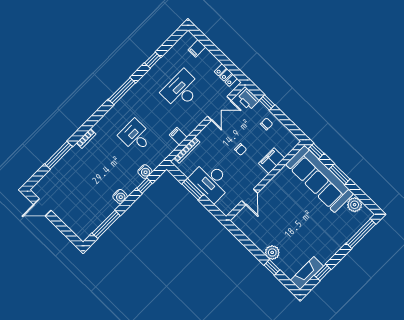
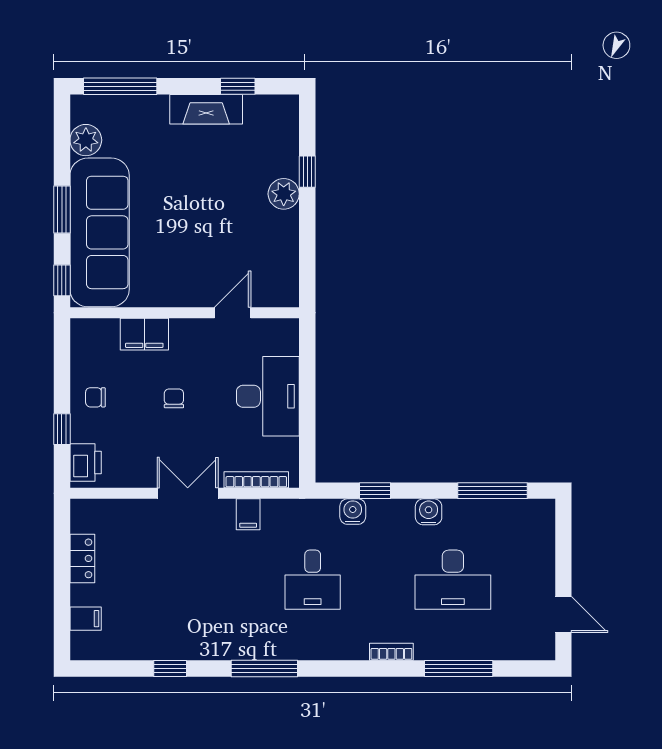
locker: (226, 75) -> (82, 558), moved
desk: (181, 90) -> (453, 580), moved
double door: (219, 108) -> (188, 493), moved
window: (193, 189) -> (307, 412), removed
fireplace: (307, 273) -> (206, 109), moved

